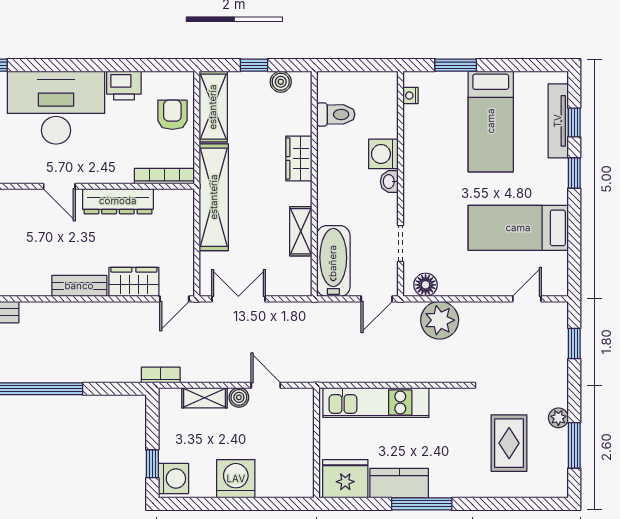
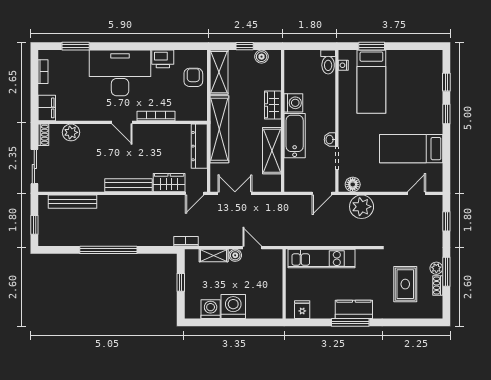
toilet: (336, 114) -> (328, 62), moved, turned 90
bed: (491, 121) -> (371, 82), moved
tv unit: (558, 121) -> (436, 81), removed
washing machine: (383, 154) -> (293, 103), moved, turned 180
bookcase: (164, 176) -> (156, 116), moved
washbasin: (389, 182) -> (330, 140), moved
dresser: (118, 201) -> (199, 146), moved, turned 90
shelving: (301, 231) -> (272, 151), width x1.50, depth x1.33
bathtub: (333, 261) -> (295, 136), moved
bench: (79, 286) -> (128, 185), width x1.36
shoe rack: (561, 445) -> (438, 286), added
window: (574, 445) -> (446, 272), moved
window: (152, 464) -> (181, 282), moved
washing machine: (173, 479) -> (211, 309), moved, turned -90
fridge: (345, 479) -> (302, 310), width x0.53, depth x0.75
kitchen counter: (399, 483) -> (354, 309), moved

